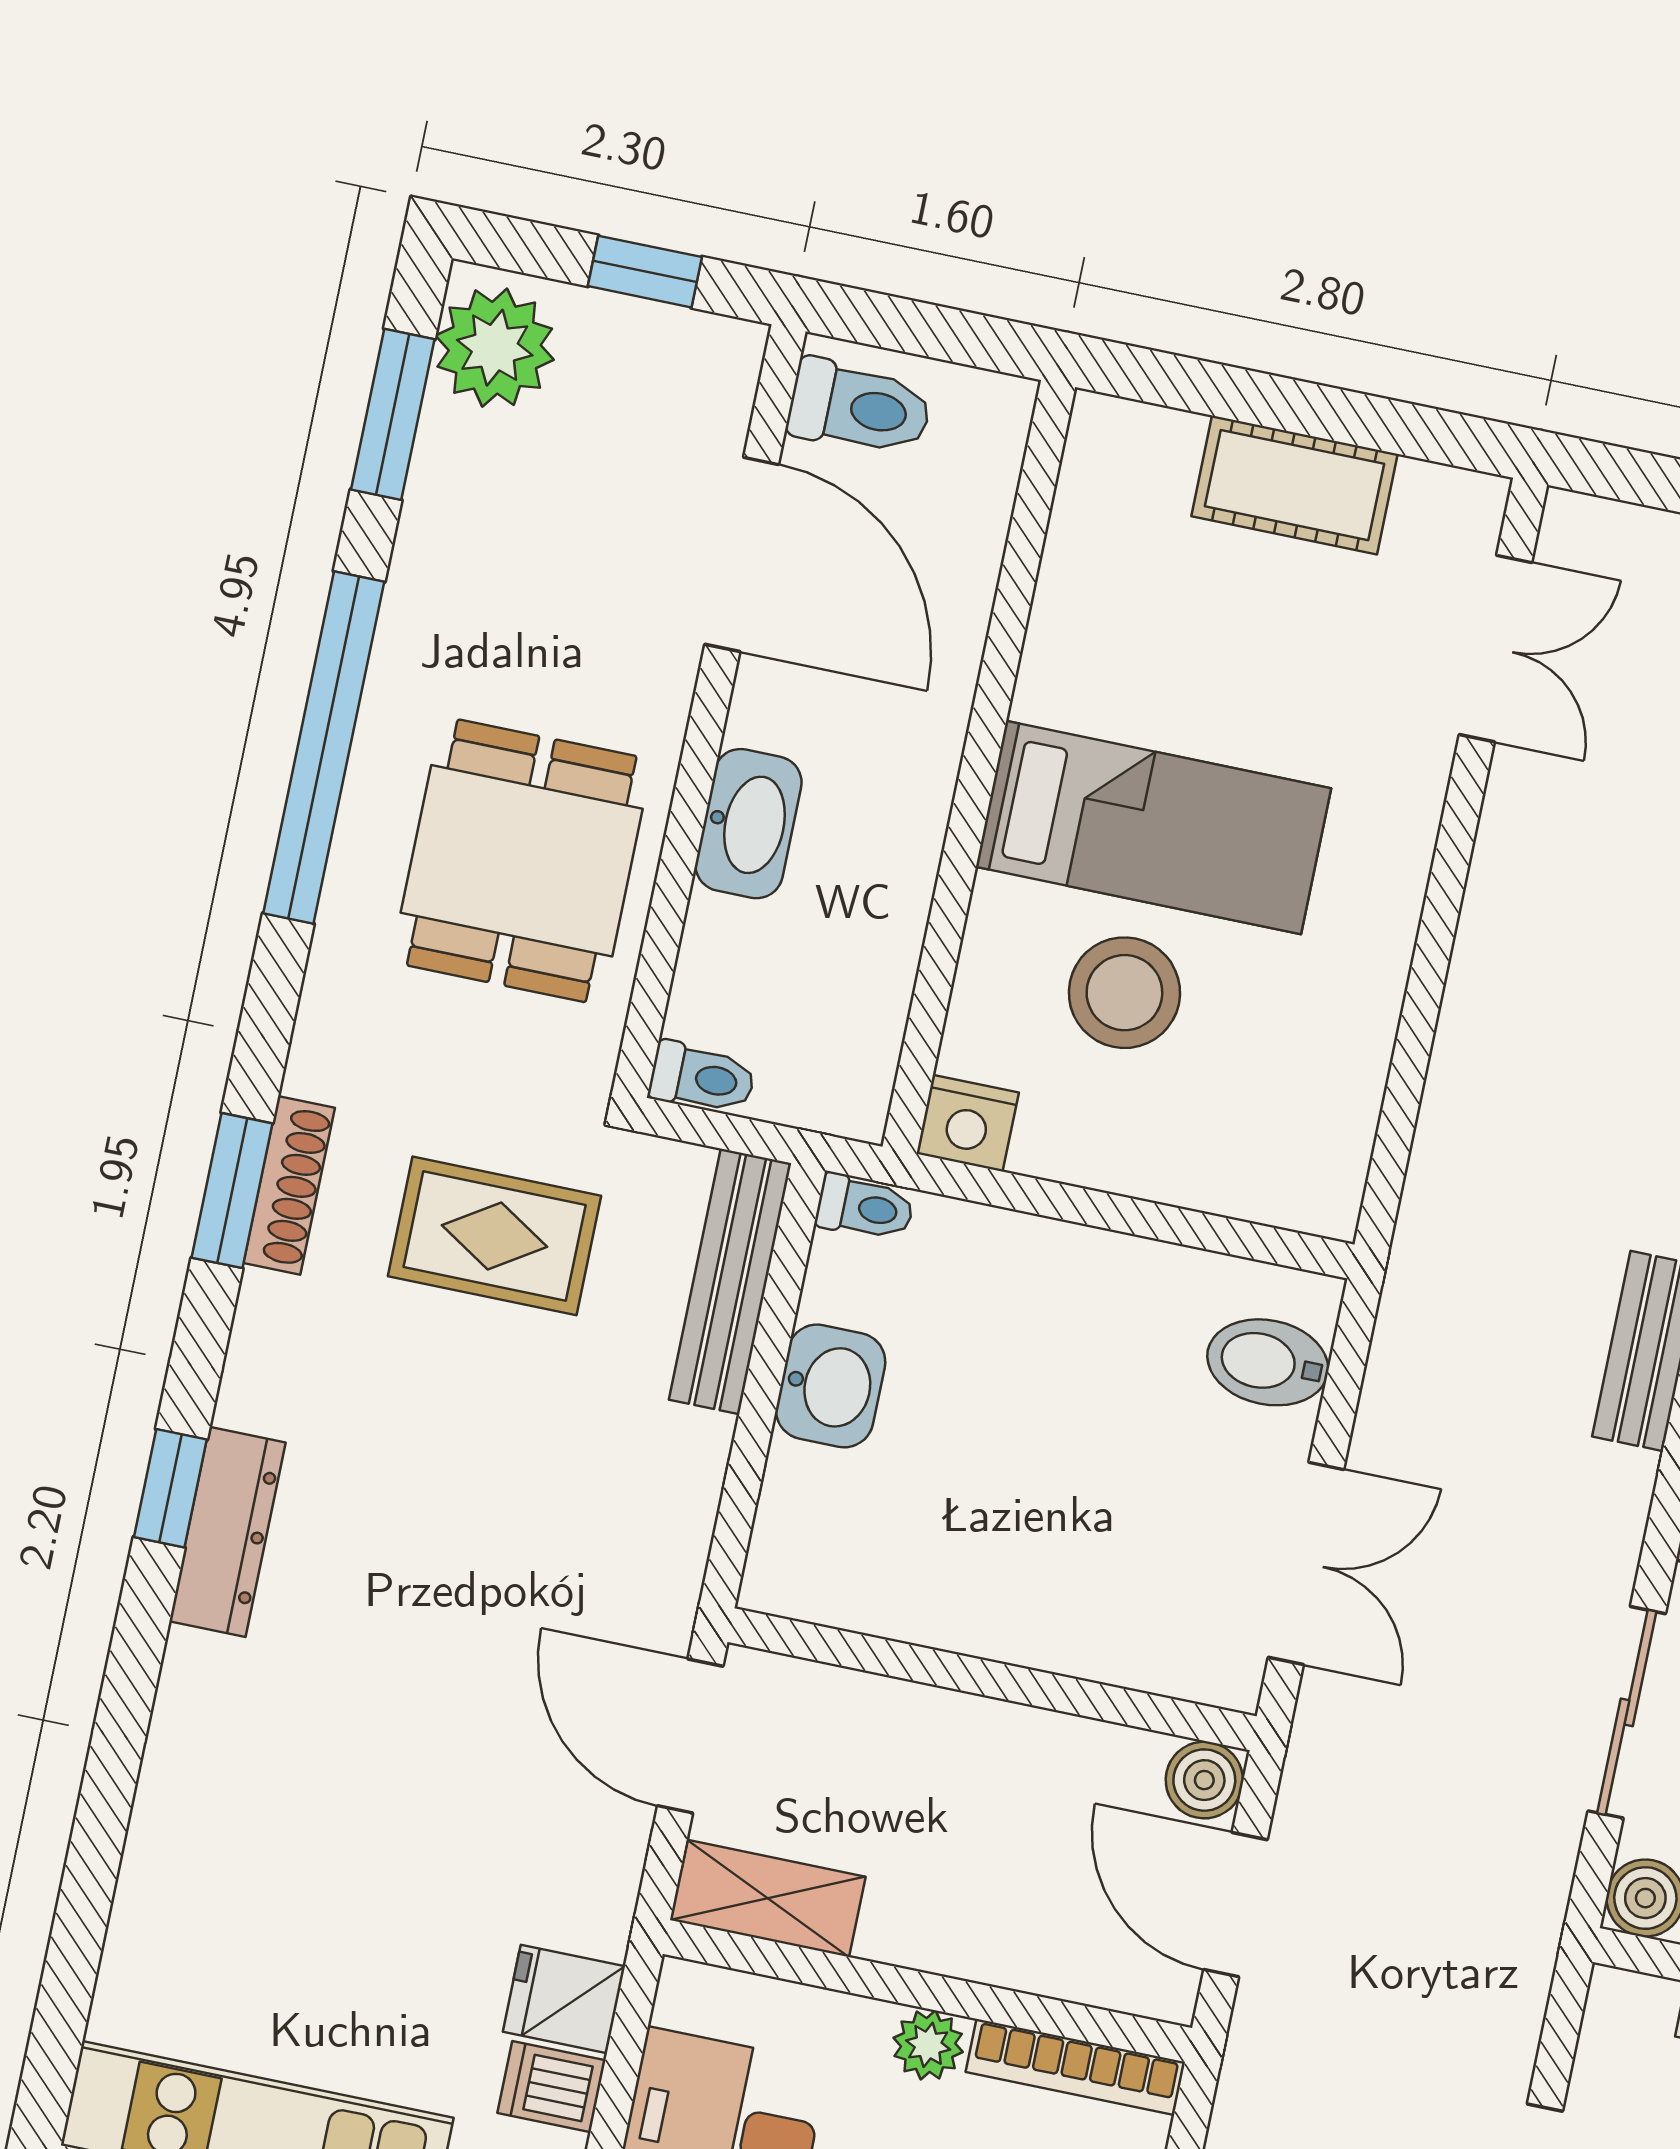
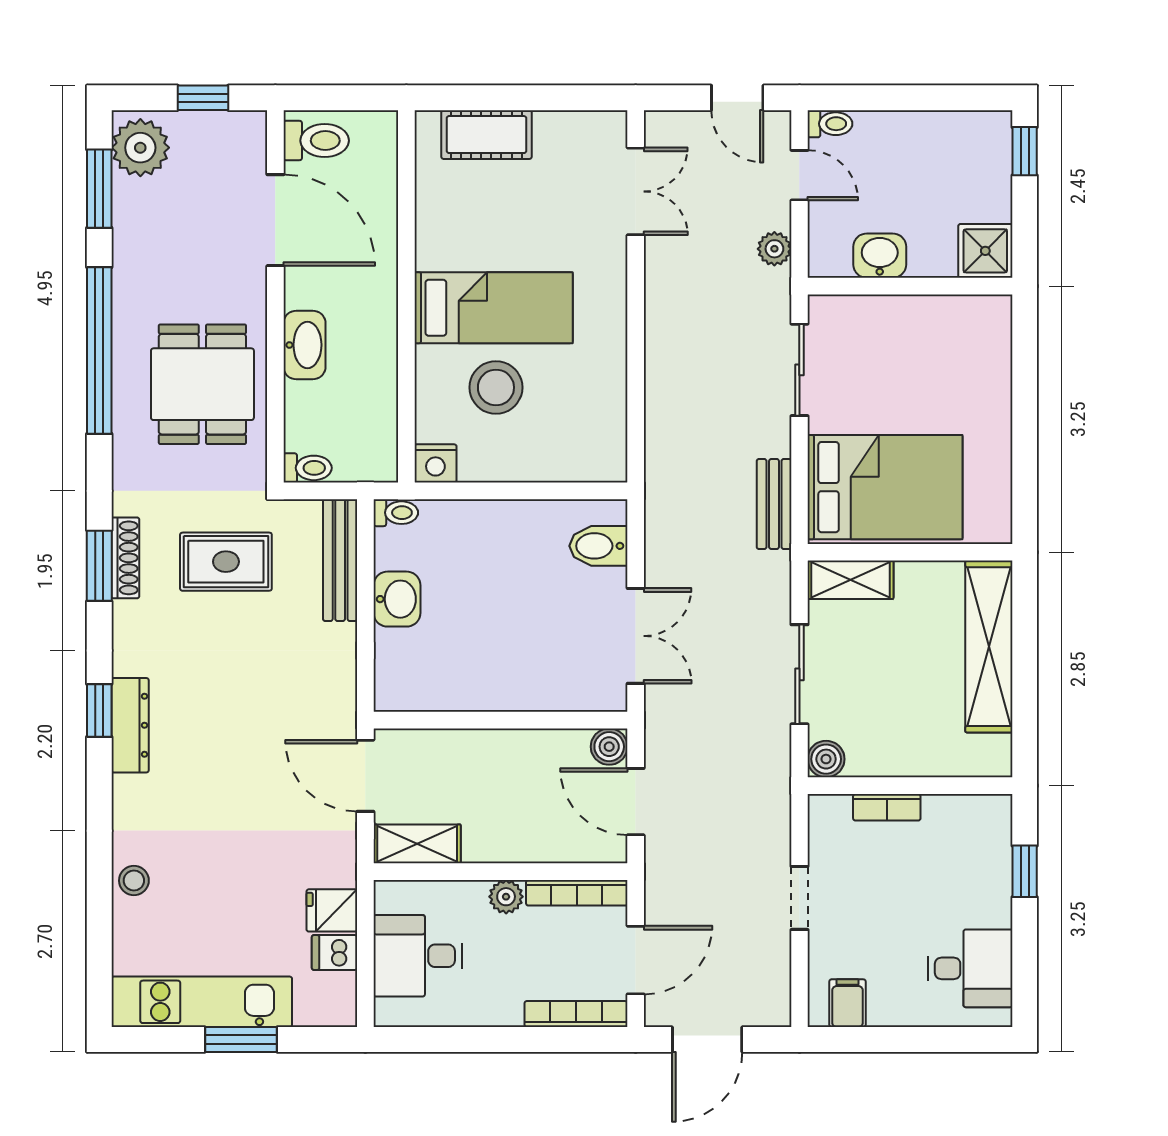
cot: (1295, 485) -> (486, 135), moved
stool: (169, 1853) -> (134, 881), added

